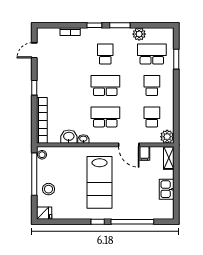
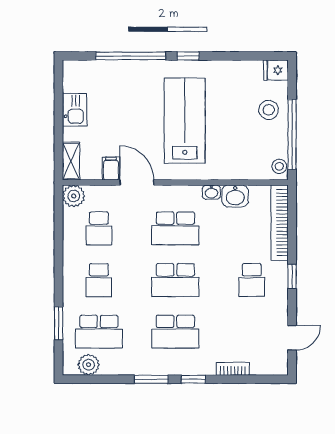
plant: (139, 34) -> (89, 365), moved
school desk: (105, 54) -> (175, 332), width x1.85
school desk: (59, 85) -> (252, 280), added

